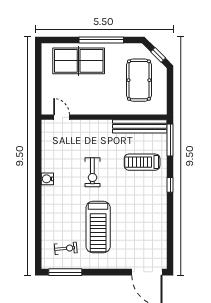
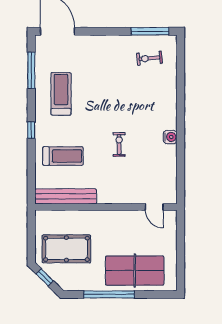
pool table: (139, 80) -> (66, 249), turned 90
window: (170, 140) -> (31, 70), moved
exercise bike: (92, 172) -> (119, 144), width x0.73, depth x0.72
treadmill: (98, 227) -> (61, 94), moved, width x0.73, depth x0.73

